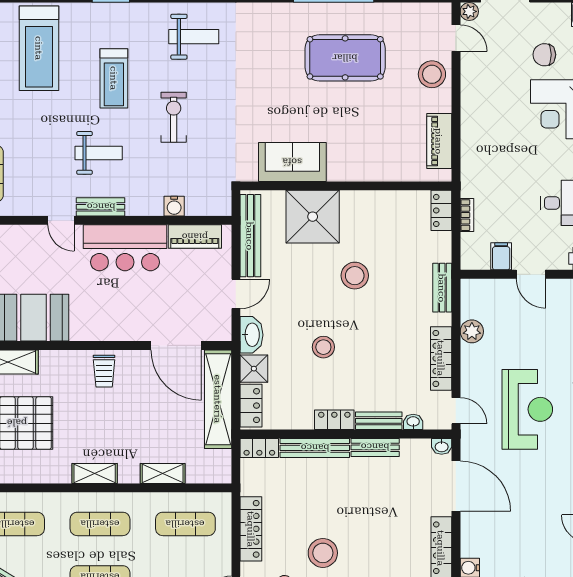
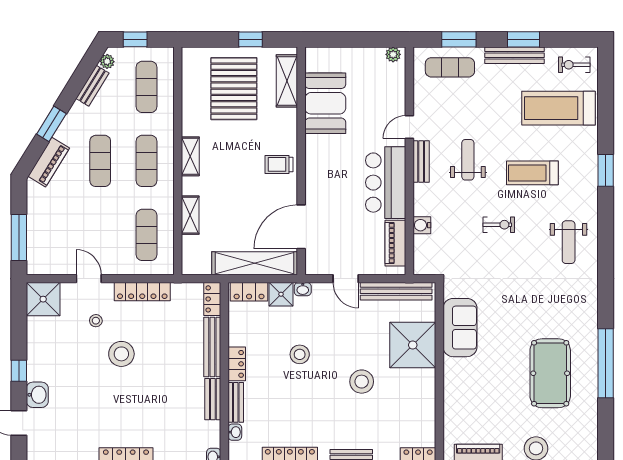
exercise bike: (174, 117) -> (499, 225), width x0.73, depth x0.72
weight bench: (99, 153) -> (468, 160), turned 180
washbasin: (251, 335) -> (303, 289), width x0.52, depth x0.69

